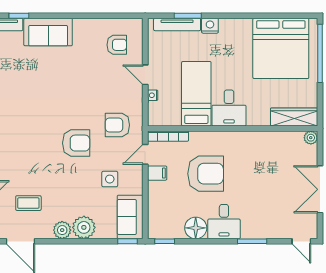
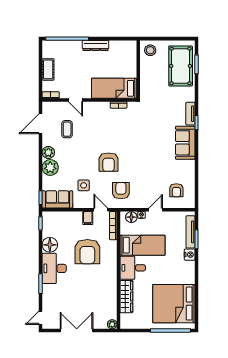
floor lamp: (156, 110) -> (131, 217), added
wardrobe: (294, 117) -> (126, 297), moved
desk: (224, 222) -> (54, 268), width x1.37

